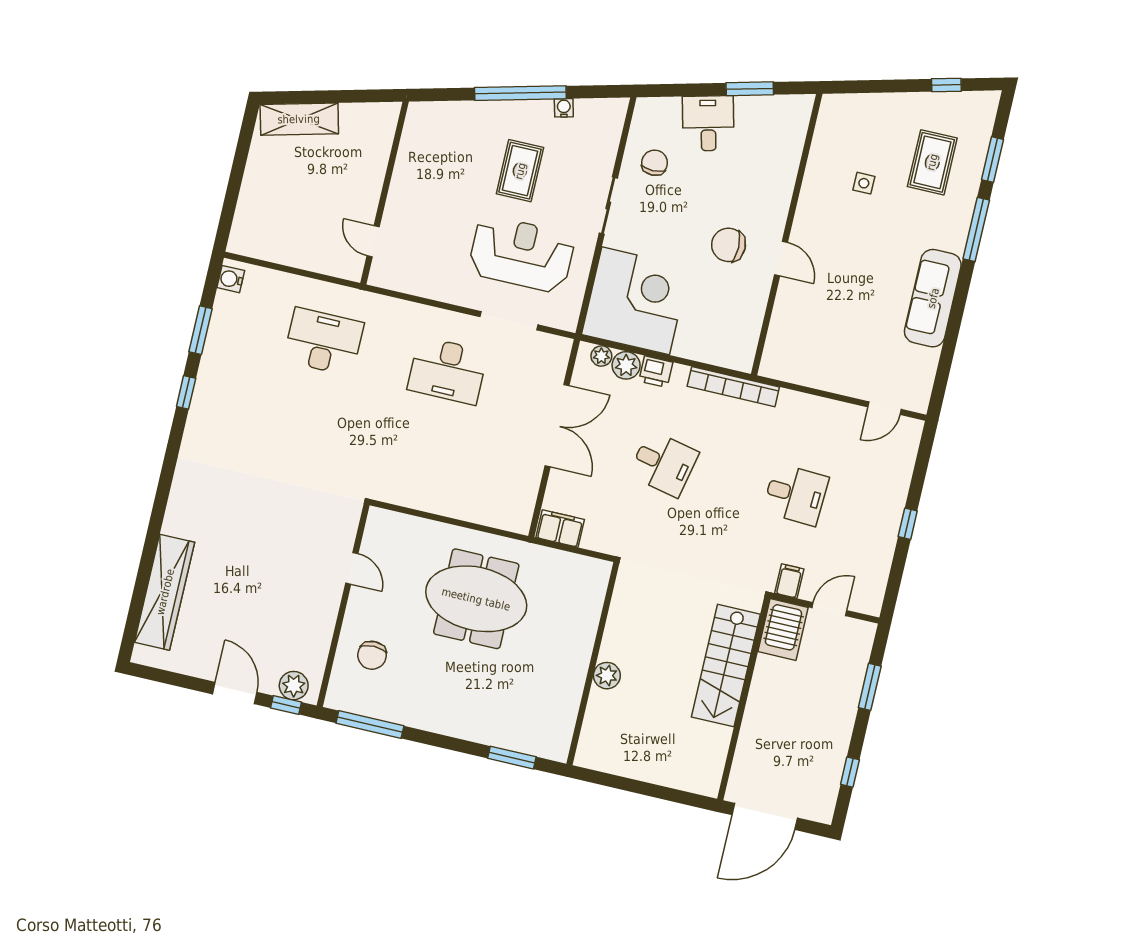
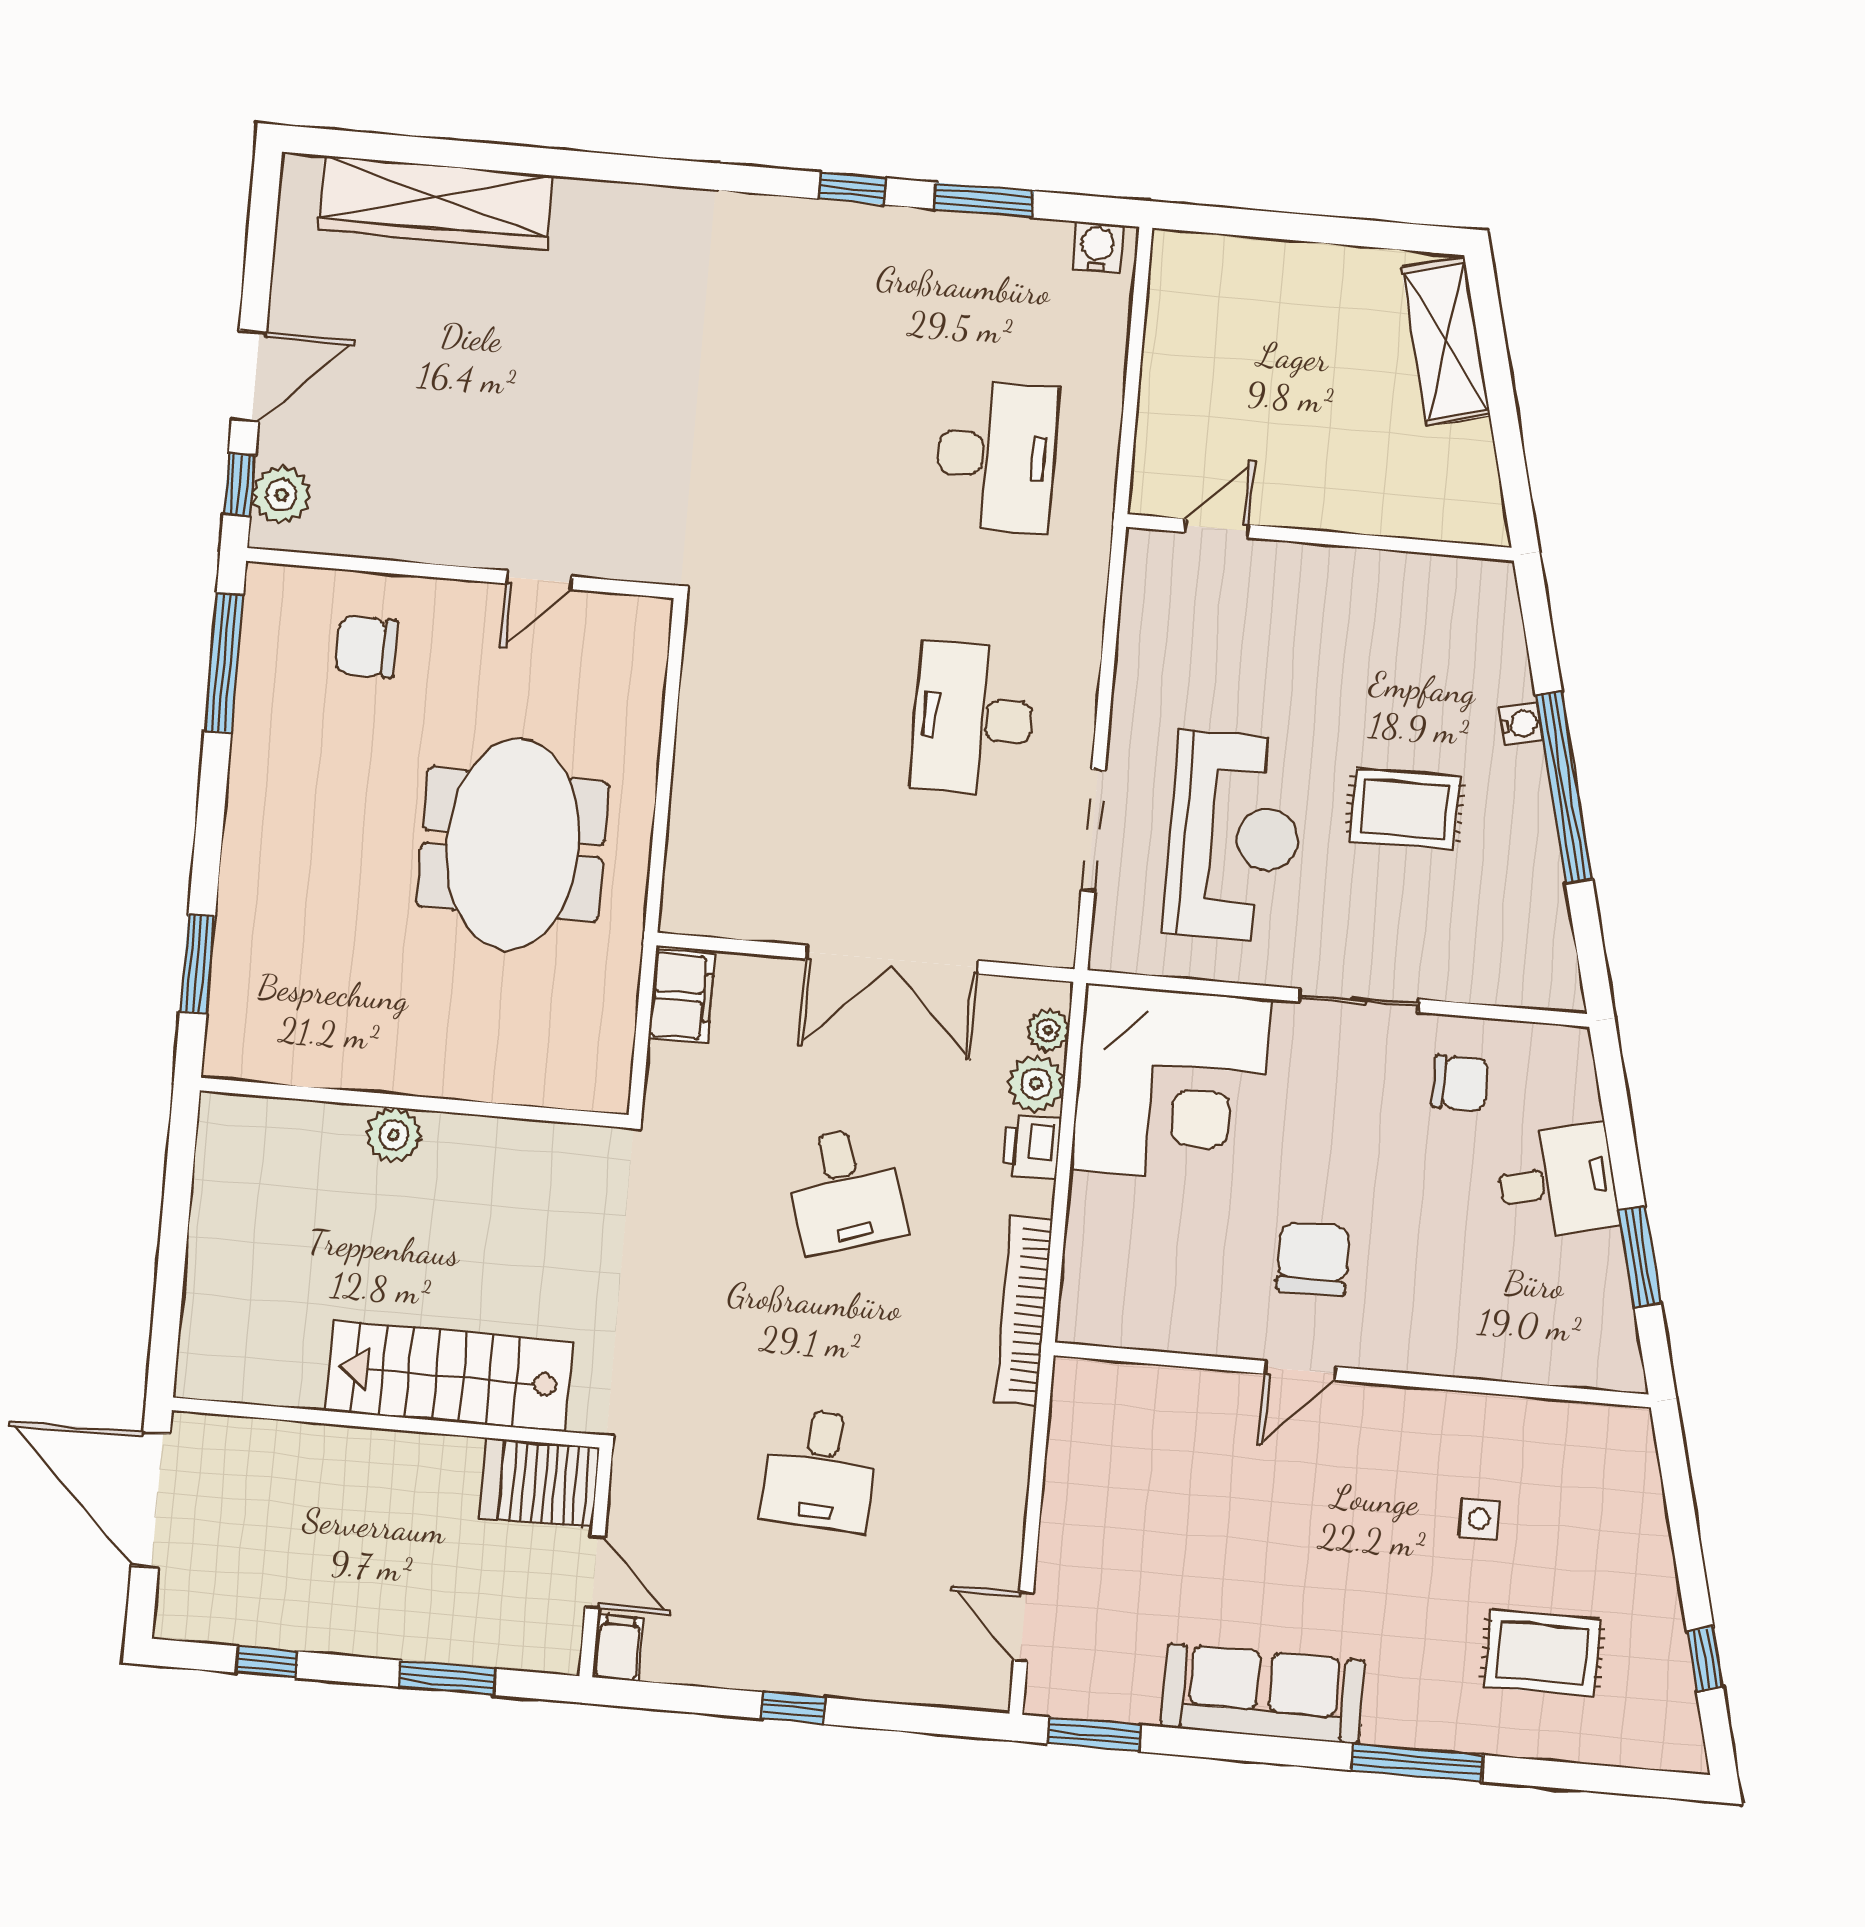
water cooler: (564, 108) -> (1521, 724), moved
window: (992, 160) -> (1094, 1734), moved
desk: (664, 464) -> (845, 1190), turned -30
filing cabinet: (789, 581) -> (618, 1648), moved, turned -90

